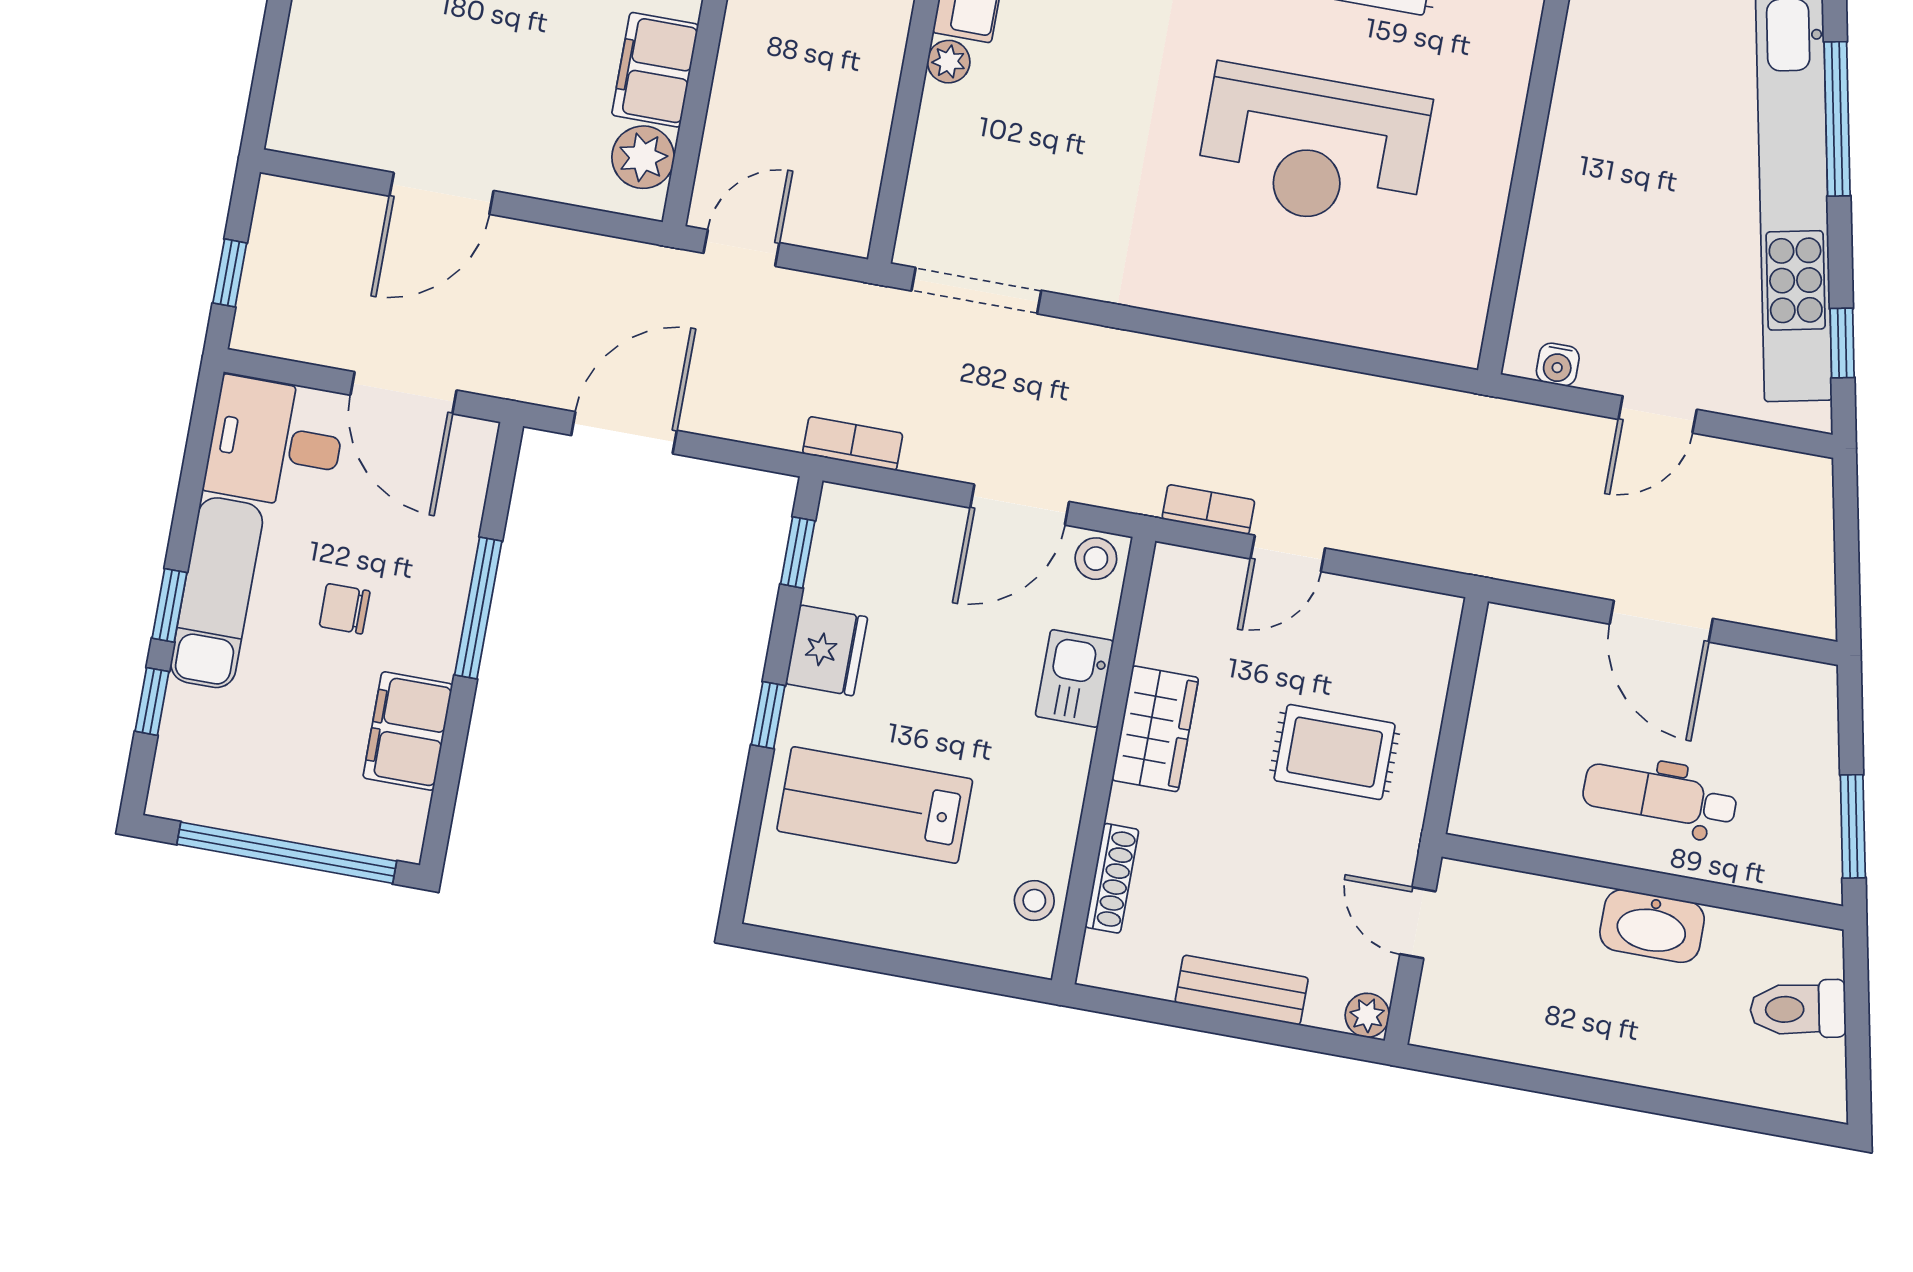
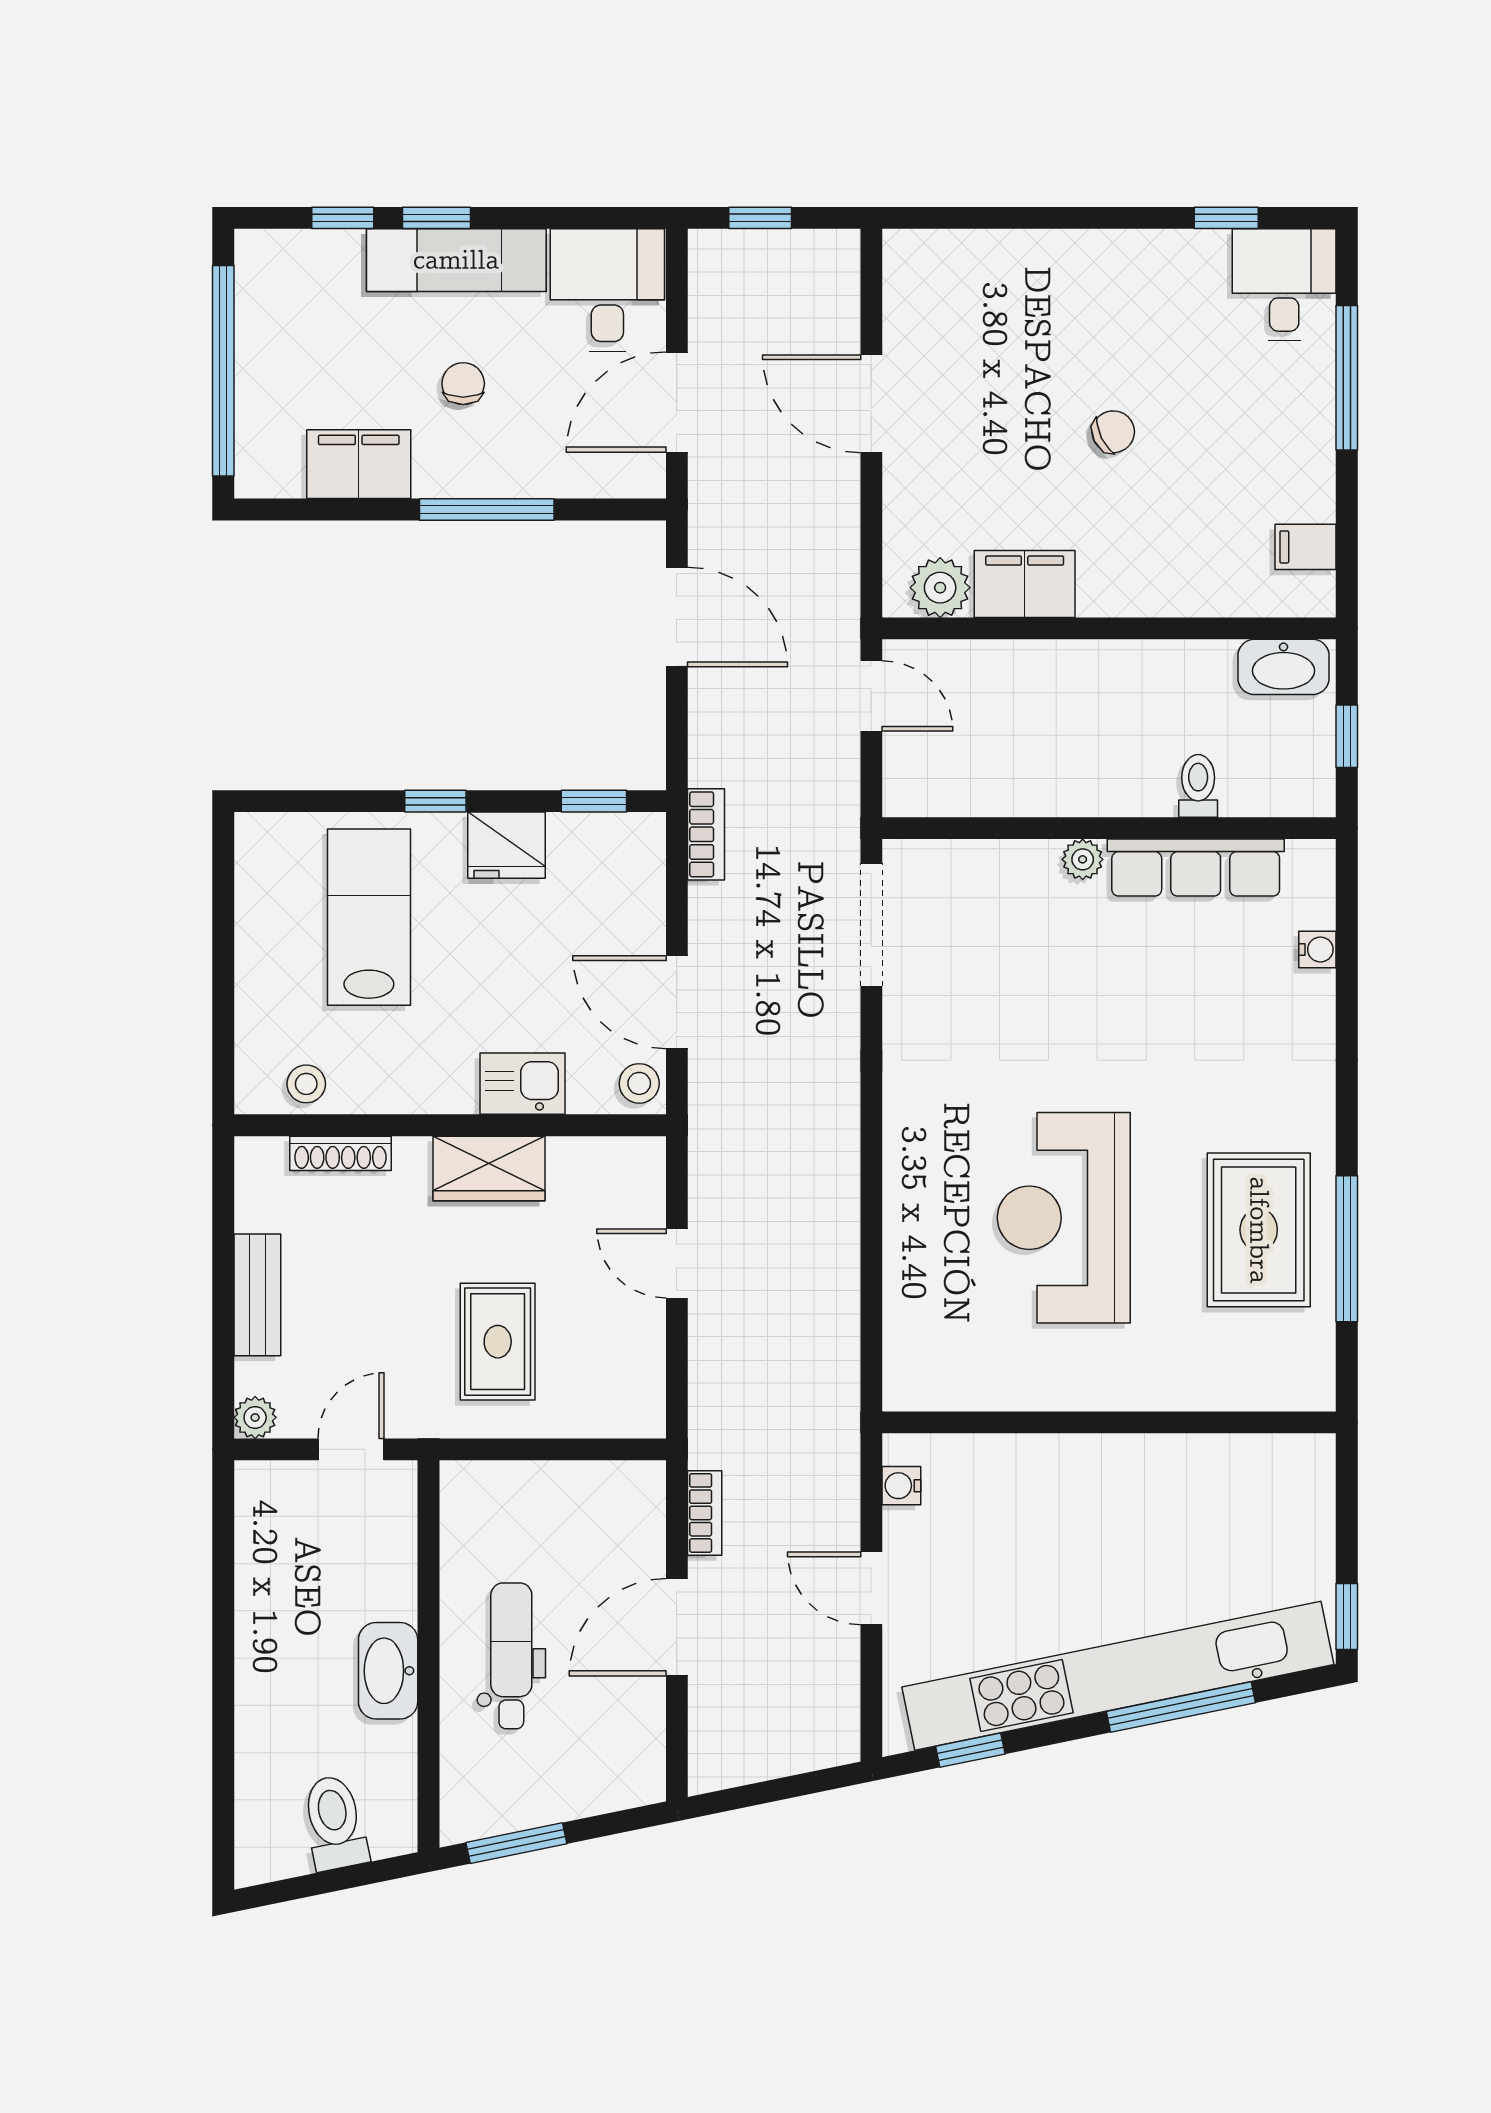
bookcase: (1208, 510) -> (705, 1513), moved

